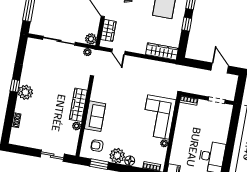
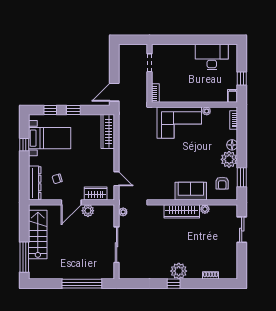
plant: (91, 39) -> (88, 211), moved
door: (118, 52) -> (117, 179), hinge flipped
door: (220, 68) -> (114, 92), moved

